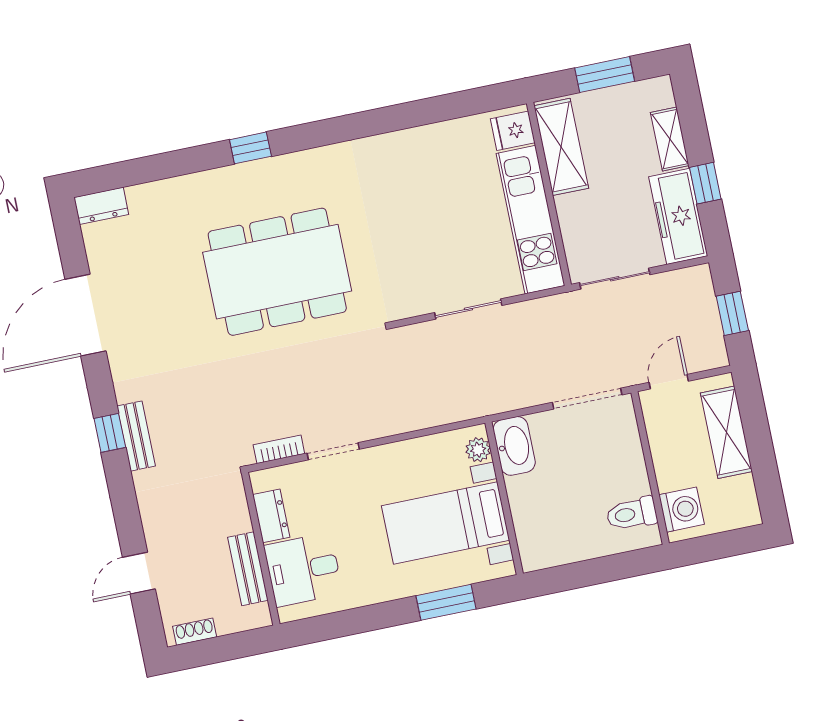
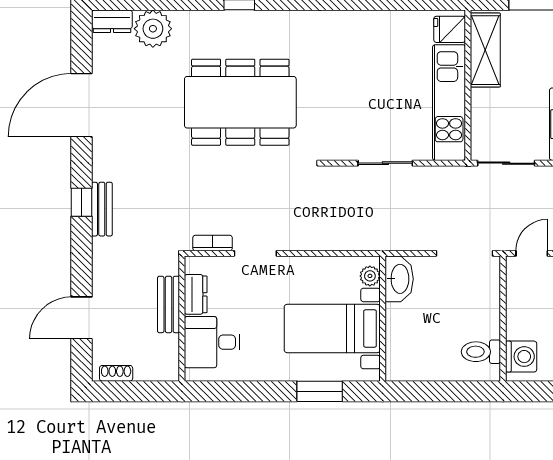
plant: (153, 204) -> (153, 29), added
bench: (248, 569) -> (169, 304), moved
door: (139, 573) -> (82, 318), width x1.38

